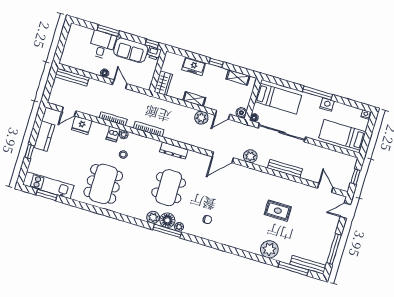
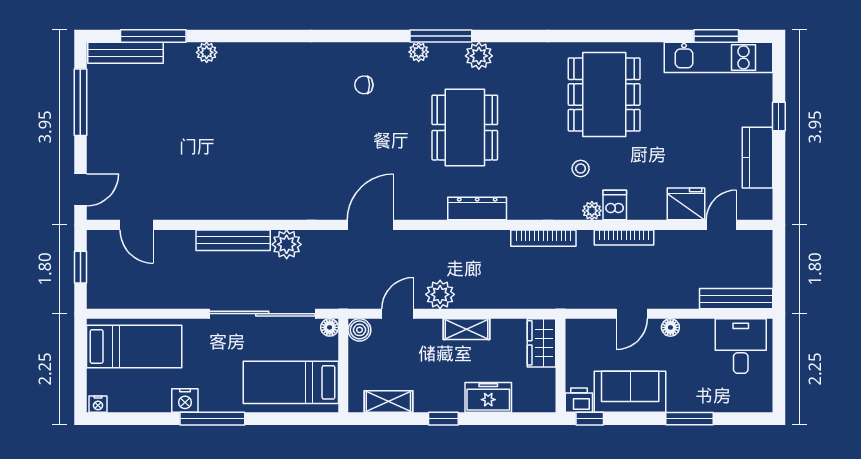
desk: (102, 45) -> (741, 346), moved, turned 180
door: (120, 84) -> (632, 314), hinge flipped
plant: (250, 156) -> (287, 244), moved
rug: (278, 211) -> (222, 148), removed
floor lamp: (167, 220) -> (447, 58), removed
plant: (269, 249) -> (207, 52), width x0.53, depth x0.53

